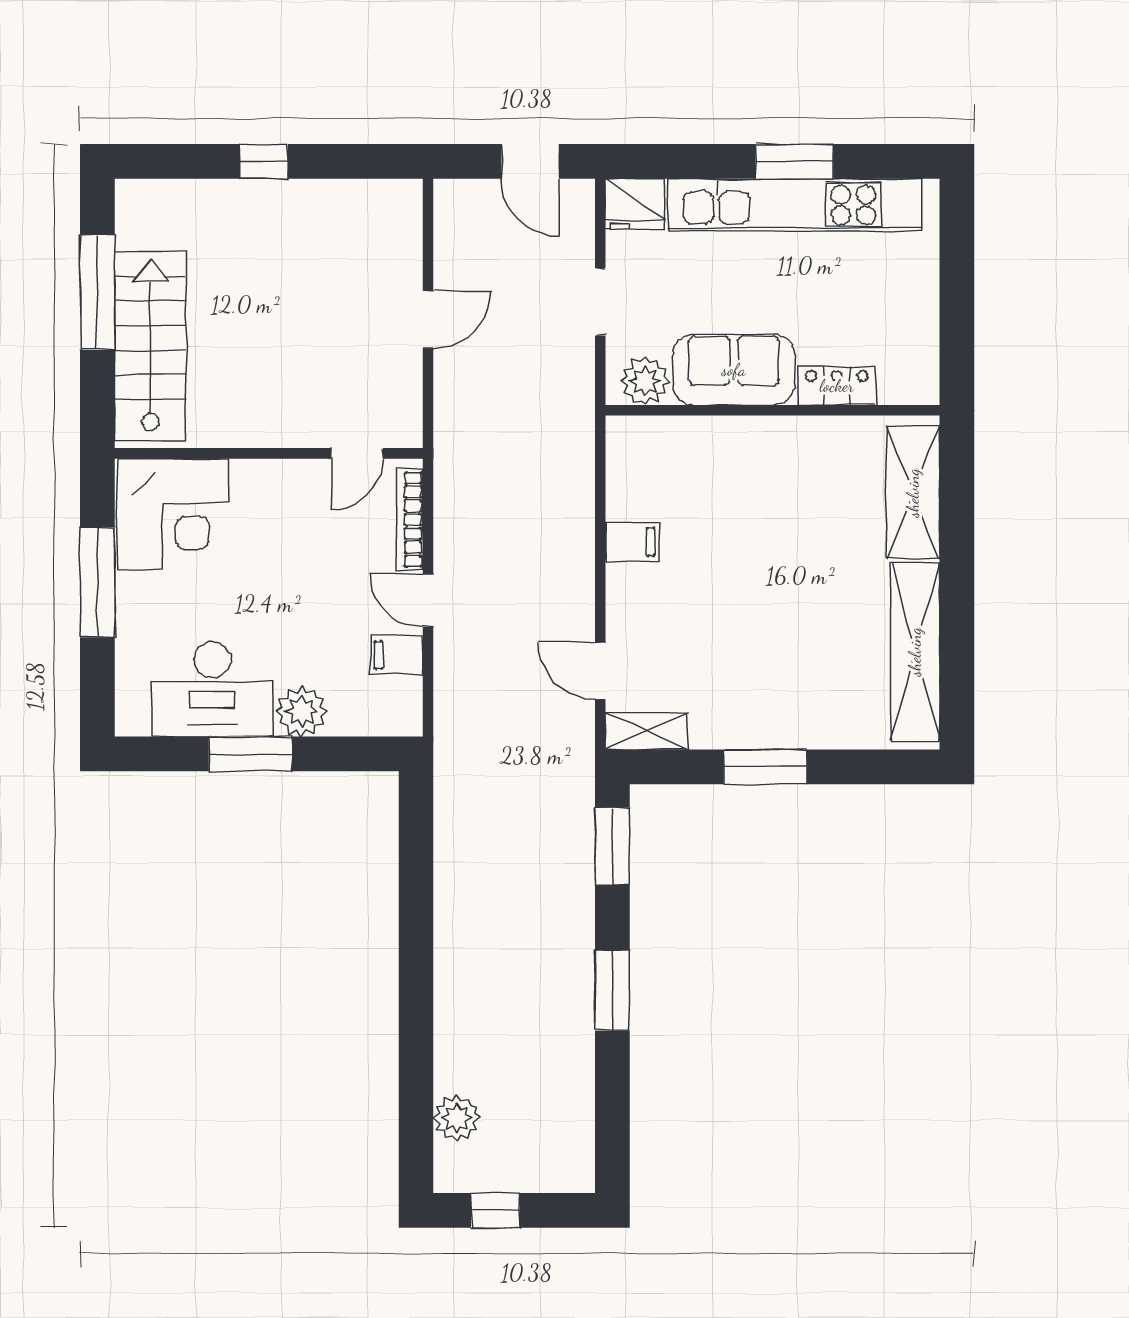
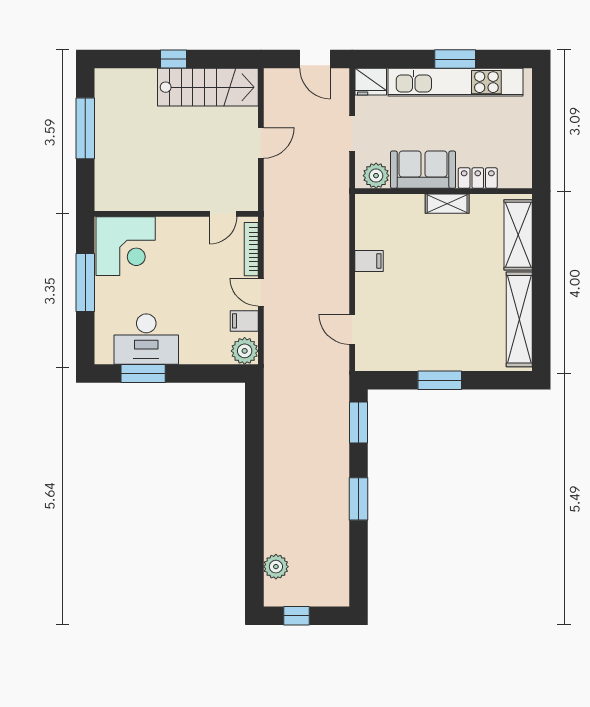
stairs: (150, 346) -> (208, 87), moved, turned 90
plant: (302, 711) -> (245, 351), moved
shelving: (646, 731) -> (447, 204), moved
window: (250, 754) -> (143, 373), moved

